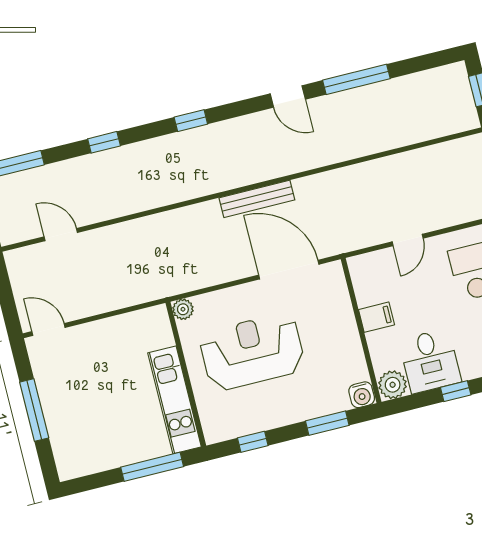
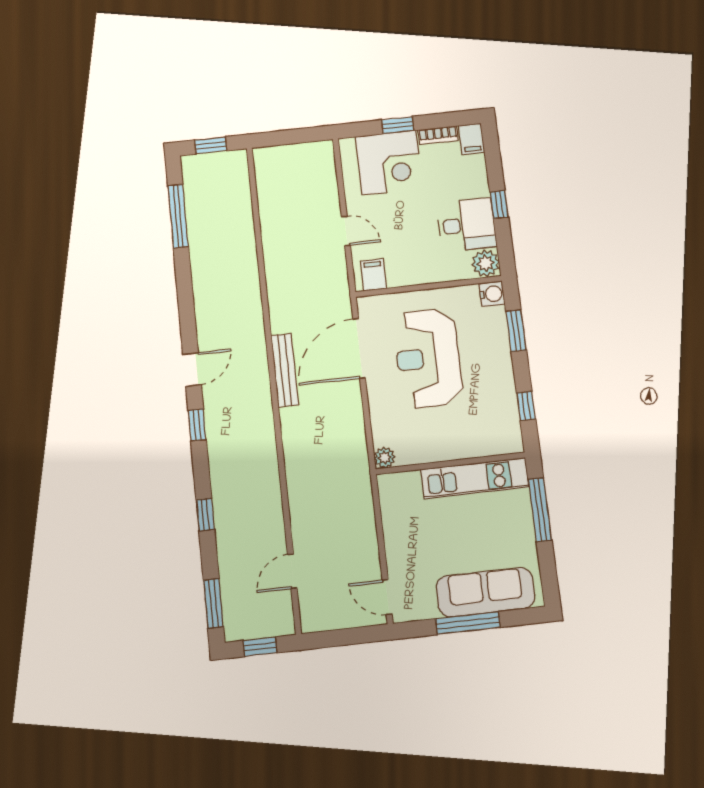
window: (356, 79) -> (178, 216), moved
door: (288, 96) -> (192, 369), moved
filing cabinet: (376, 317) -> (373, 275), moved
door: (48, 330) -> (387, 597), hinge flipped
reception desk: (252, 352) -> (428, 358), moved
sofa: (66, 423) -> (485, 592), added

